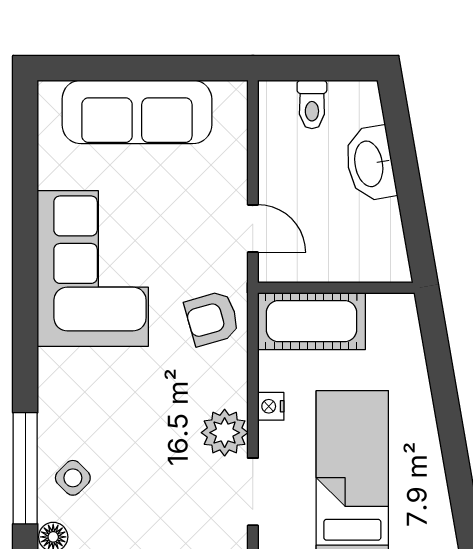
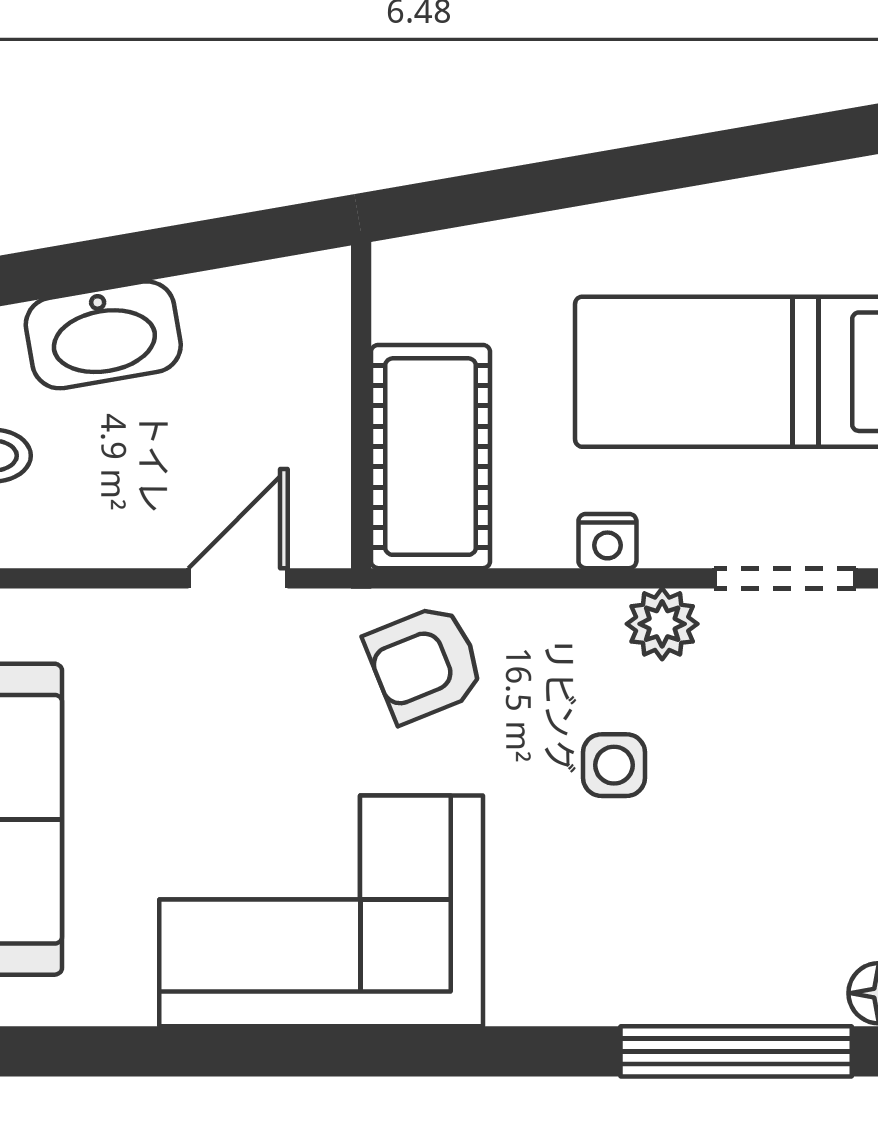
armchair: (212, 318) -> (425, 663), turned 84
plant: (225, 433) -> (662, 624), width x0.73, depth x0.73
side table: (73, 478) -> (614, 765), moved, turned 45

